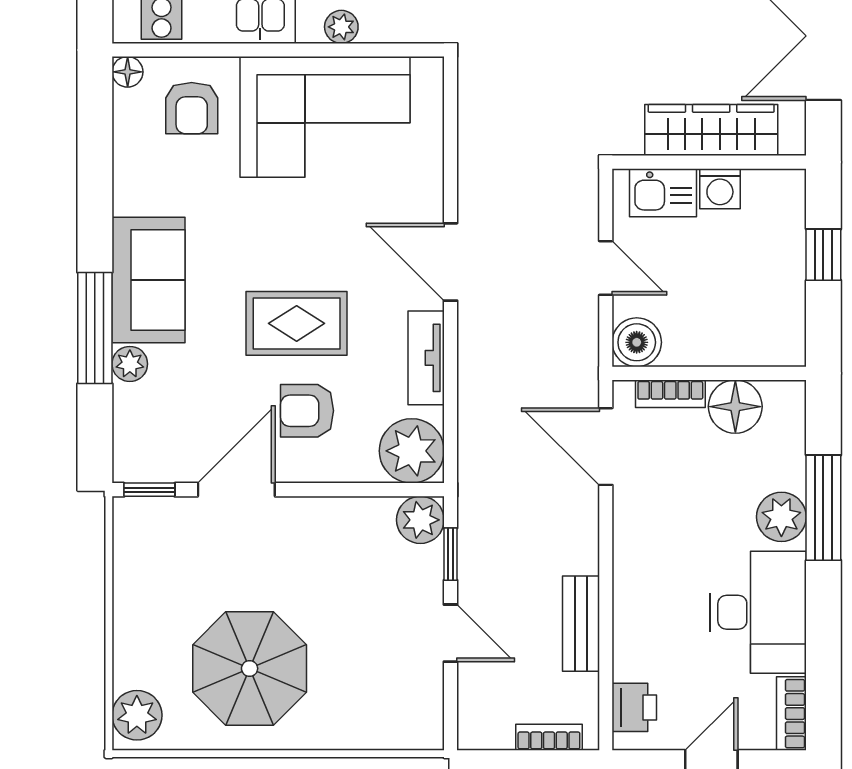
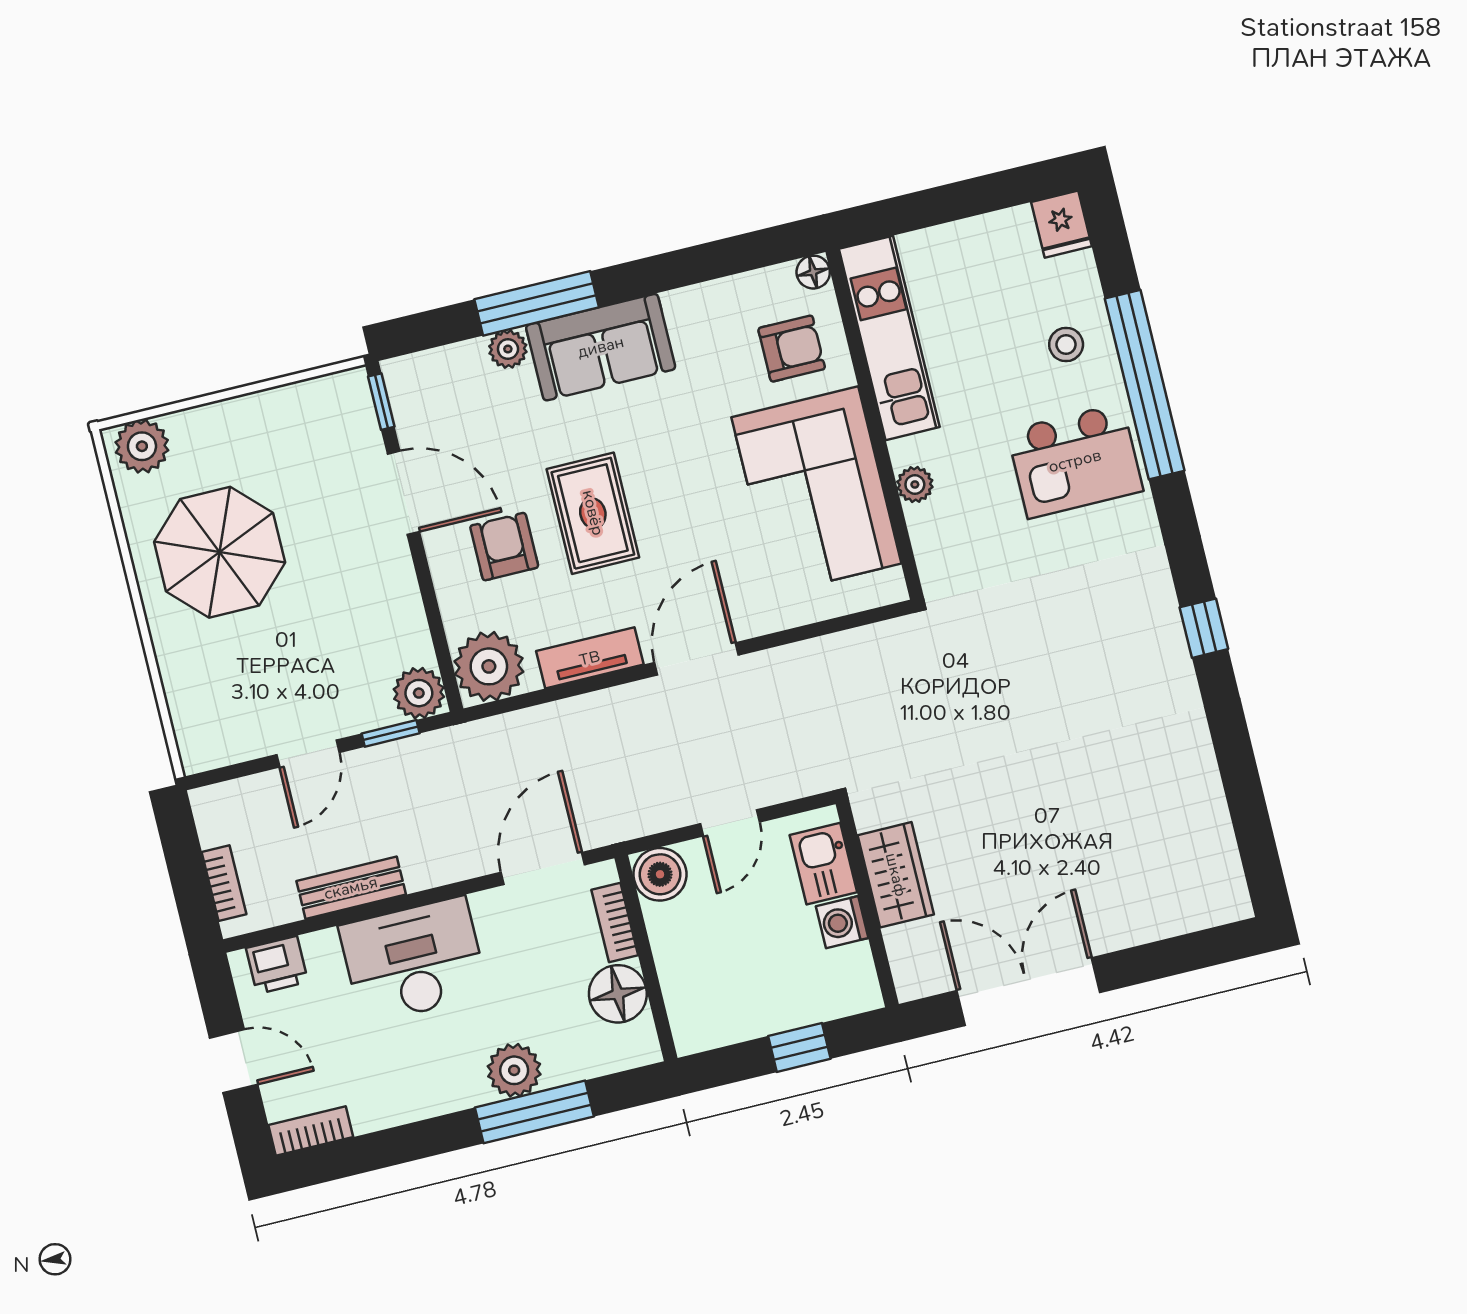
armchair: (192, 108) -> (792, 349), turned 180
wardrobe: (711, 130) -> (896, 875), width x0.67
desk: (758, 612) -> (414, 960), moved, turned 180

